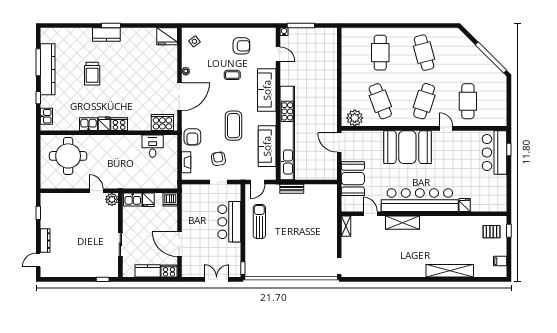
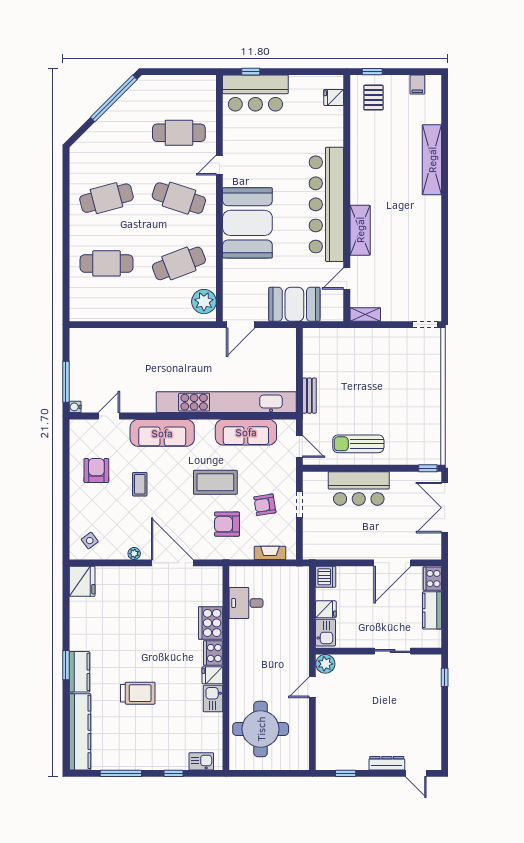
kitchen counter: (48, 69) -> (80, 732), moved, turned 90
cooker: (162, 122) -> (211, 623), moved
armchair: (192, 137) -> (227, 524), moved, turned 180
fridge: (465, 205) -> (334, 97), moved
double door: (217, 279) -> (445, 508), width x1.37

